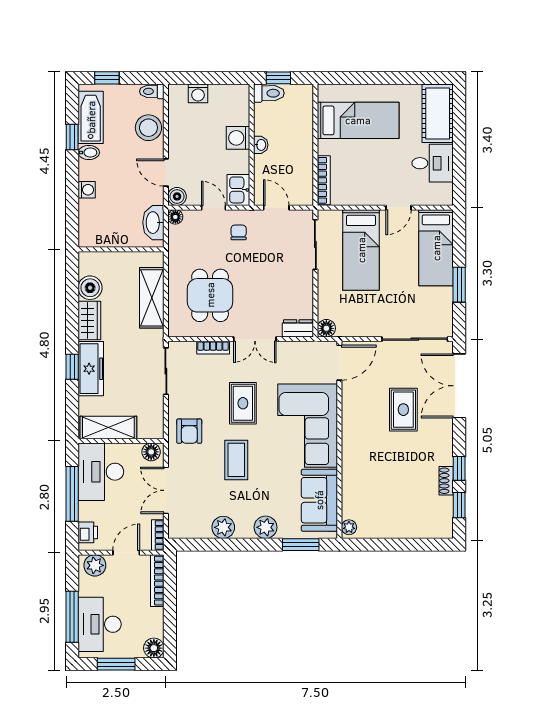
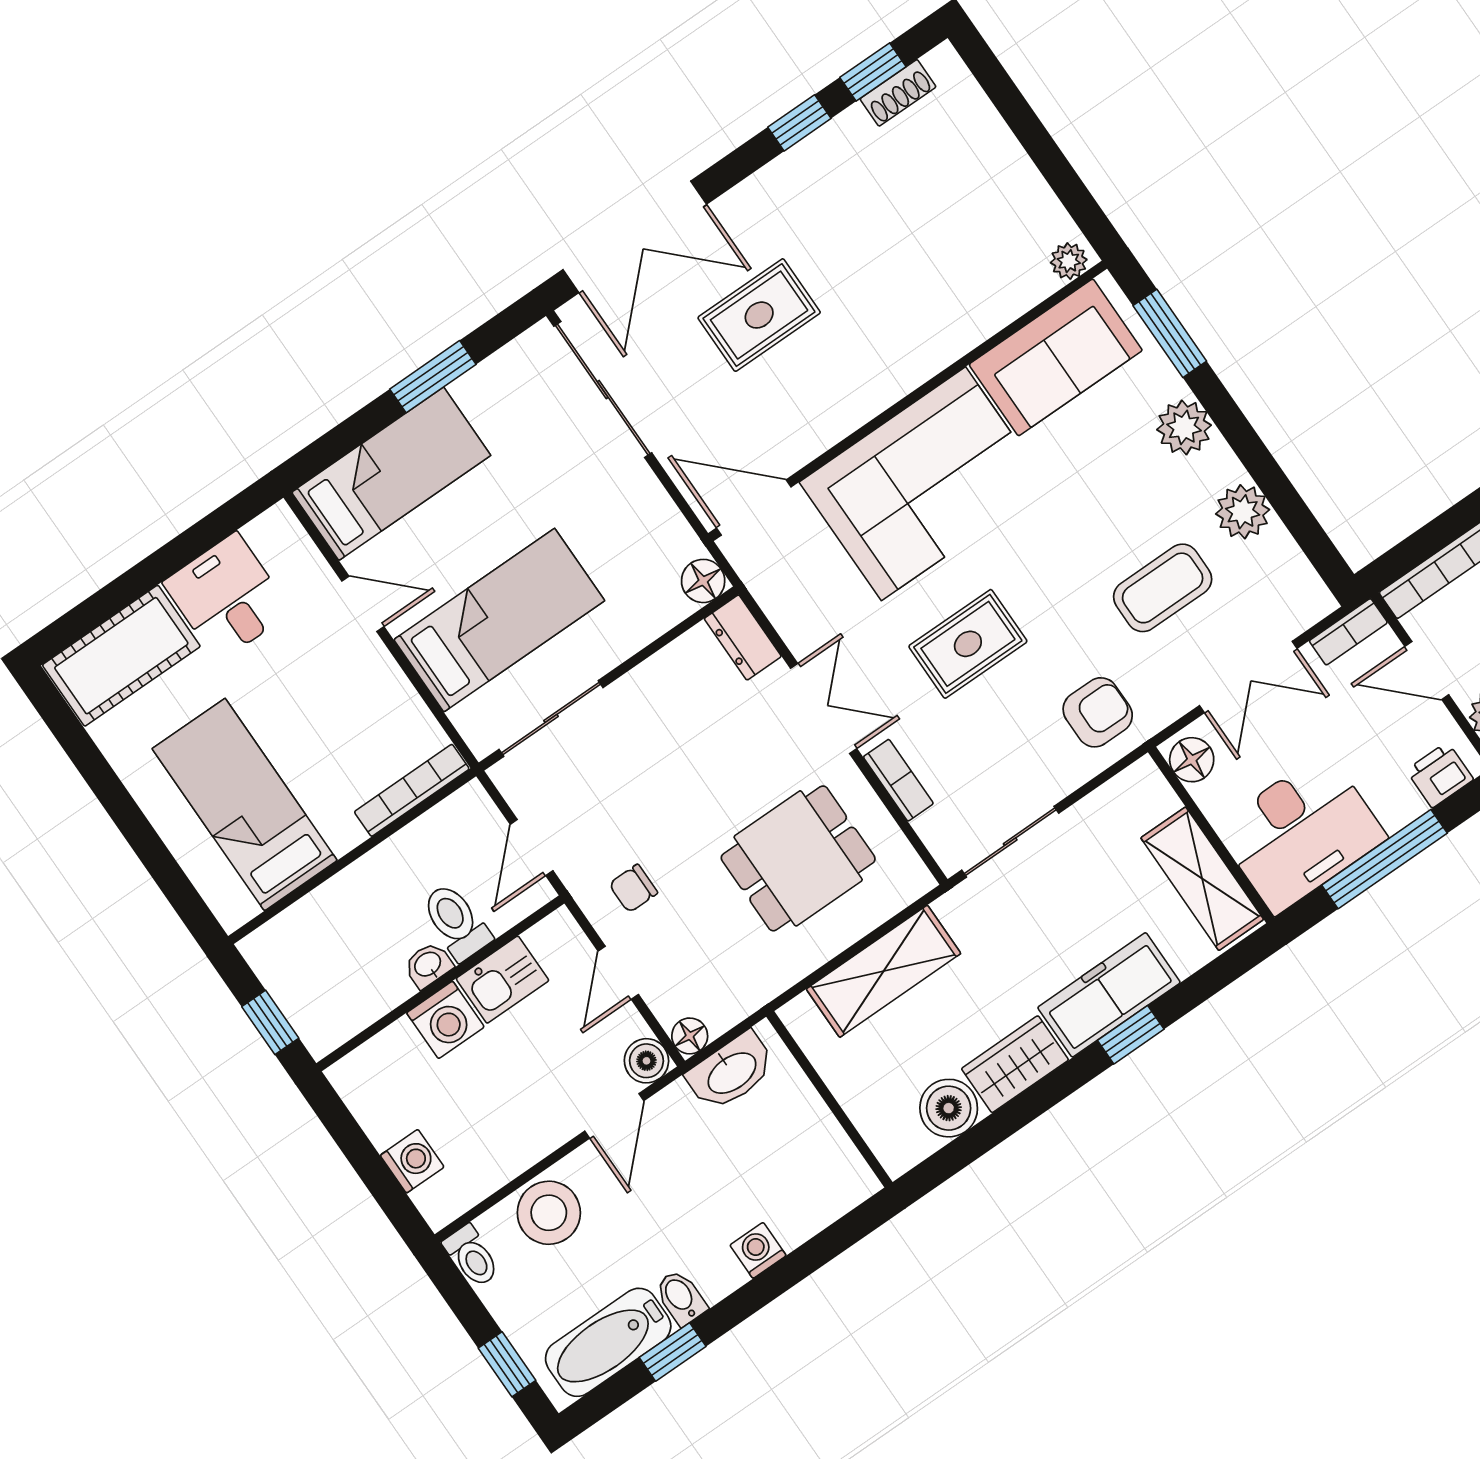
toilet: (269, 93) -> (456, 922), moved
kitchen sink: (238, 190) -> (502, 980), moved
coffee table: (236, 460) -> (1163, 588), moved
shoe rack: (446, 481) -> (898, 93), moved

